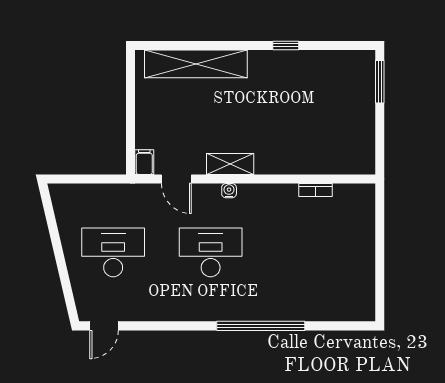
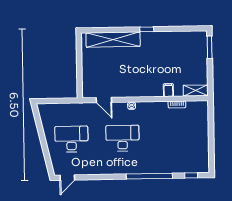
window: (286, 45) -> (147, 29), moved
filing cabinet: (144, 162) -> (168, 90), moved
shelving: (230, 164) -> (196, 91), moved
window: (340, 326) -> (191, 175), added

